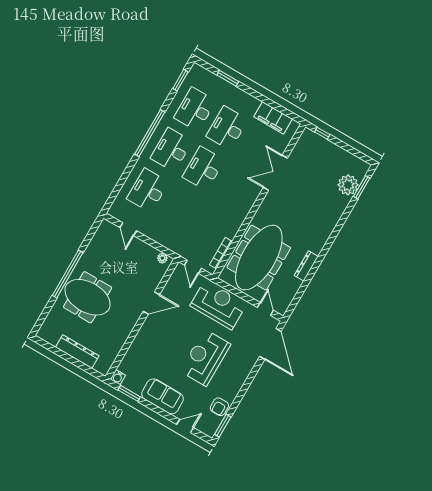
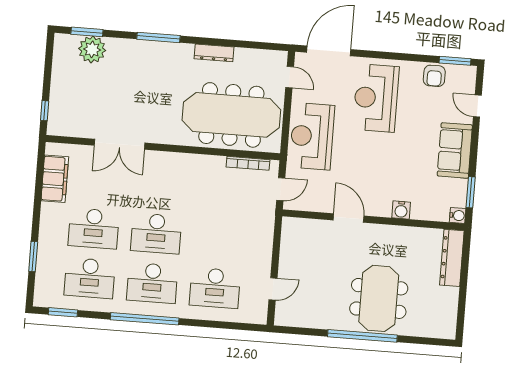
window: (335, 233) -> (158, 37), added
plant: (162, 258) -> (288, 231), removed
door: (265, 309) -> (290, 77), swing flipped
water cooler: (140, 341) -> (401, 210), added
dresser: (77, 352) -> (452, 258), moved
reception desk: (205, 358) -> (376, 98), moved, turned 90
armchair: (219, 407) -> (434, 76), turned 90

